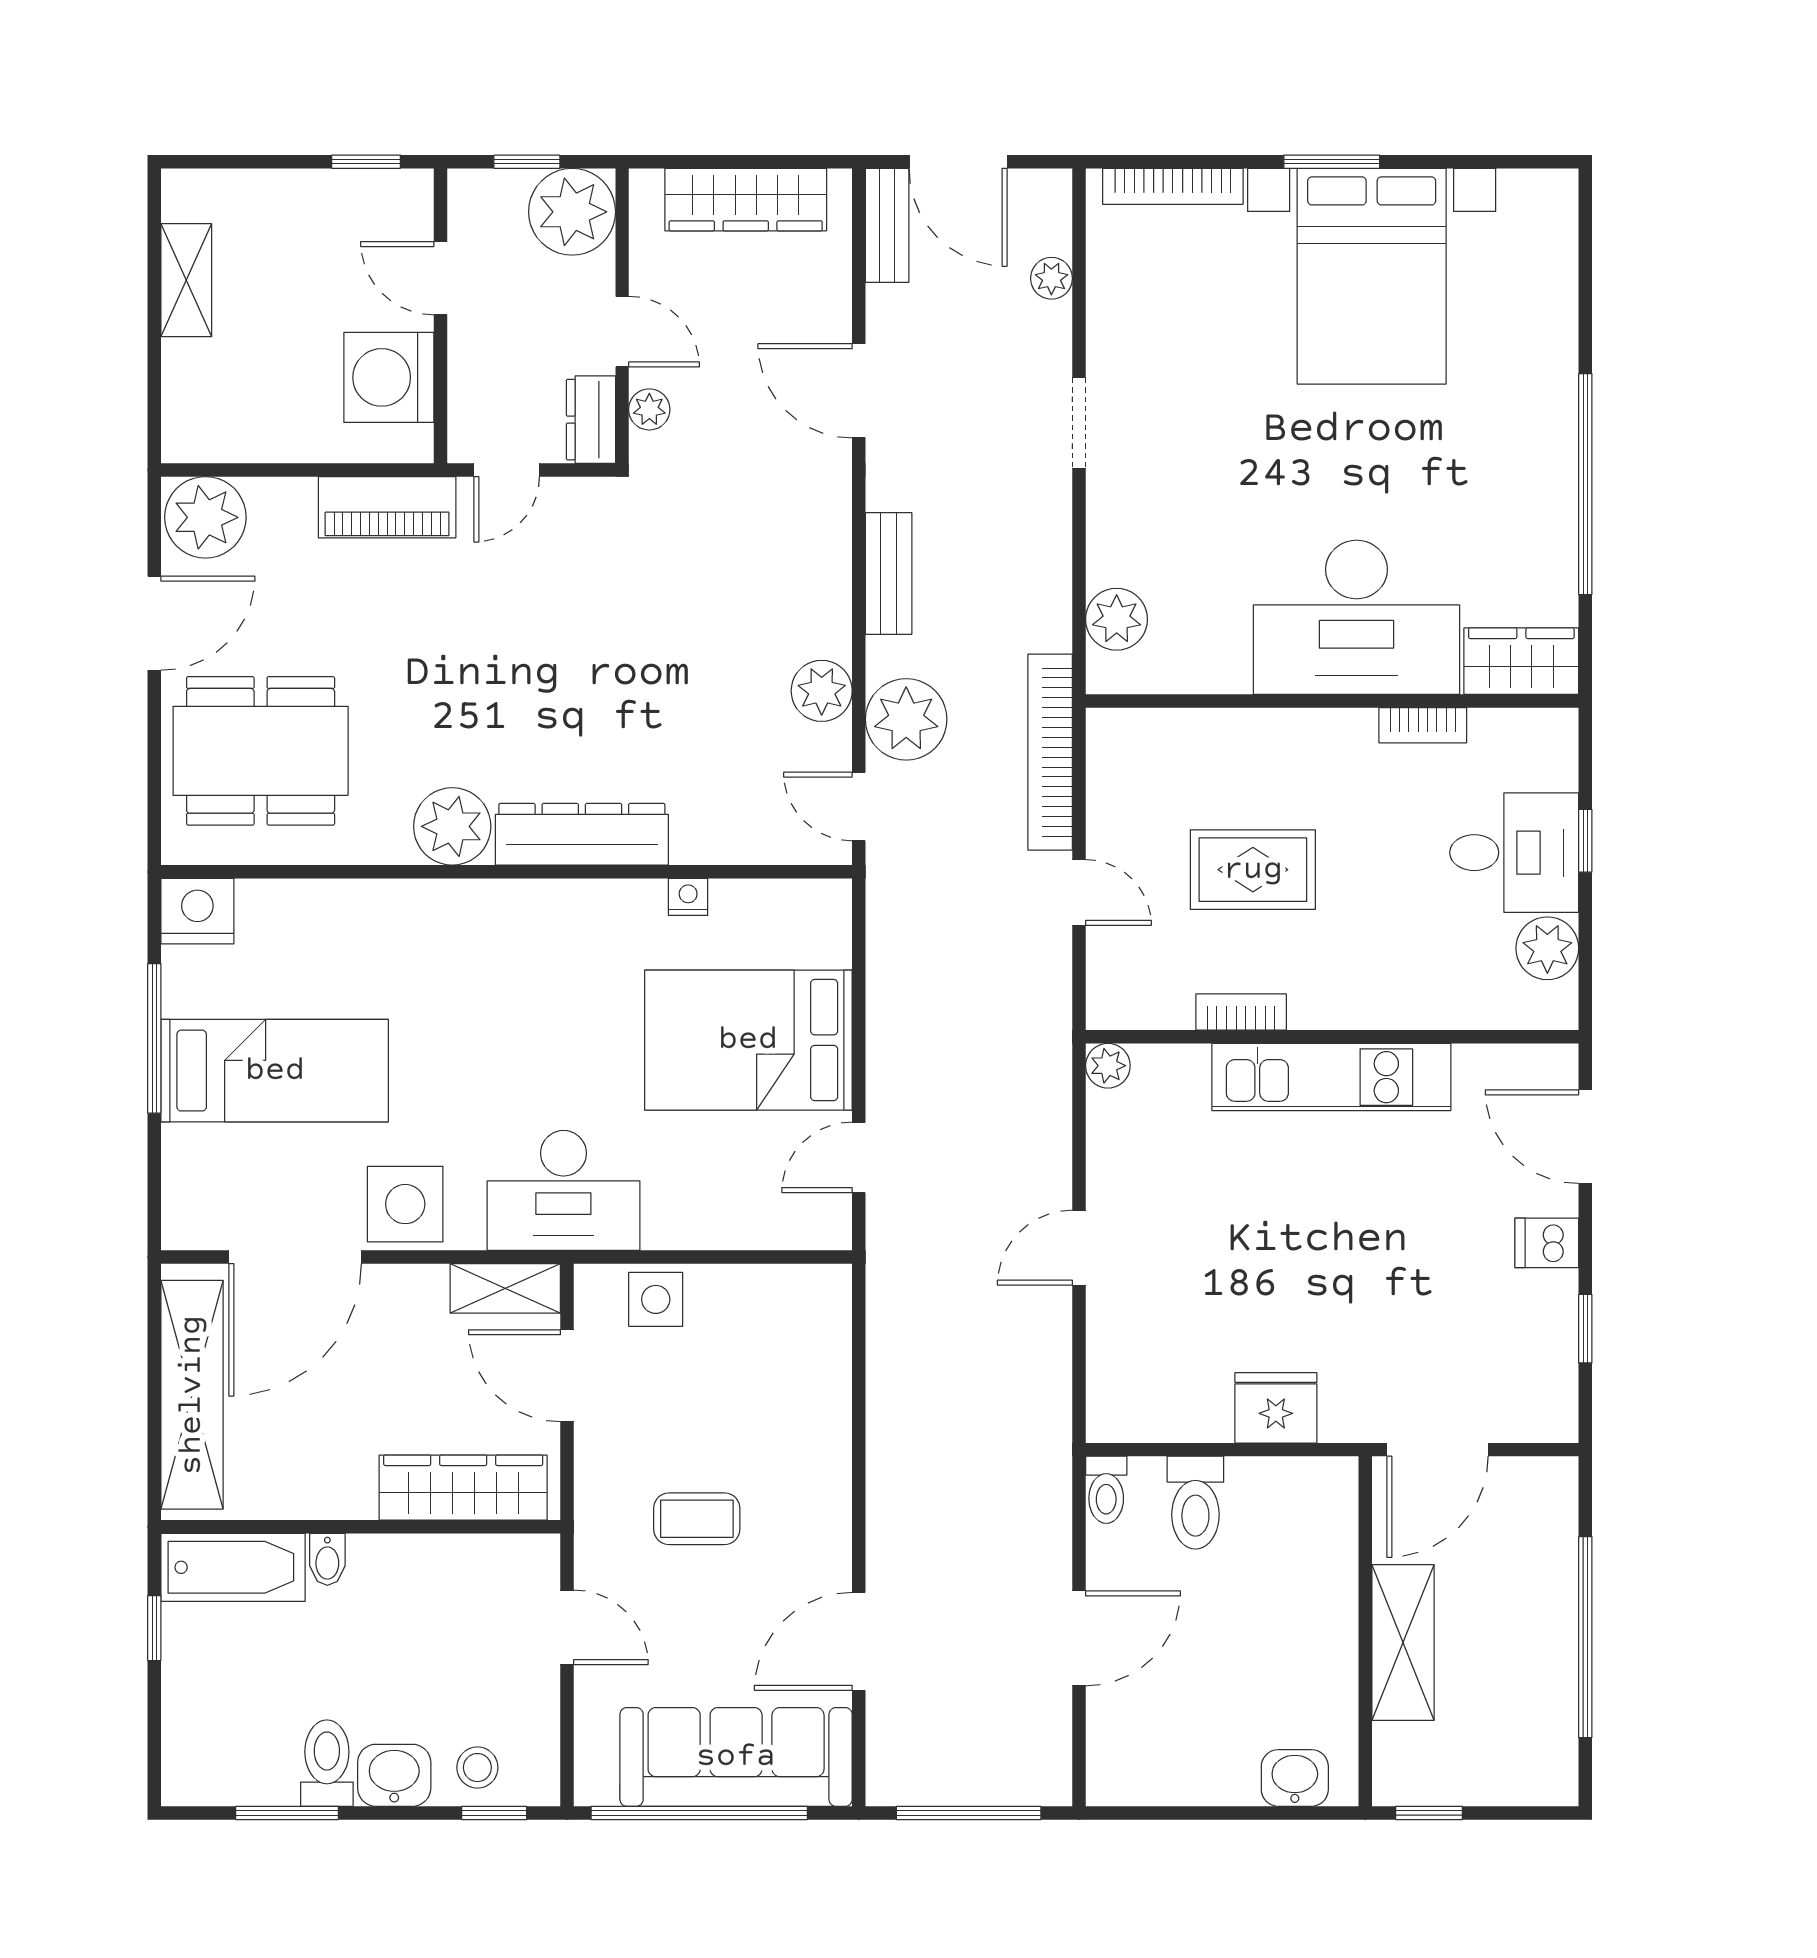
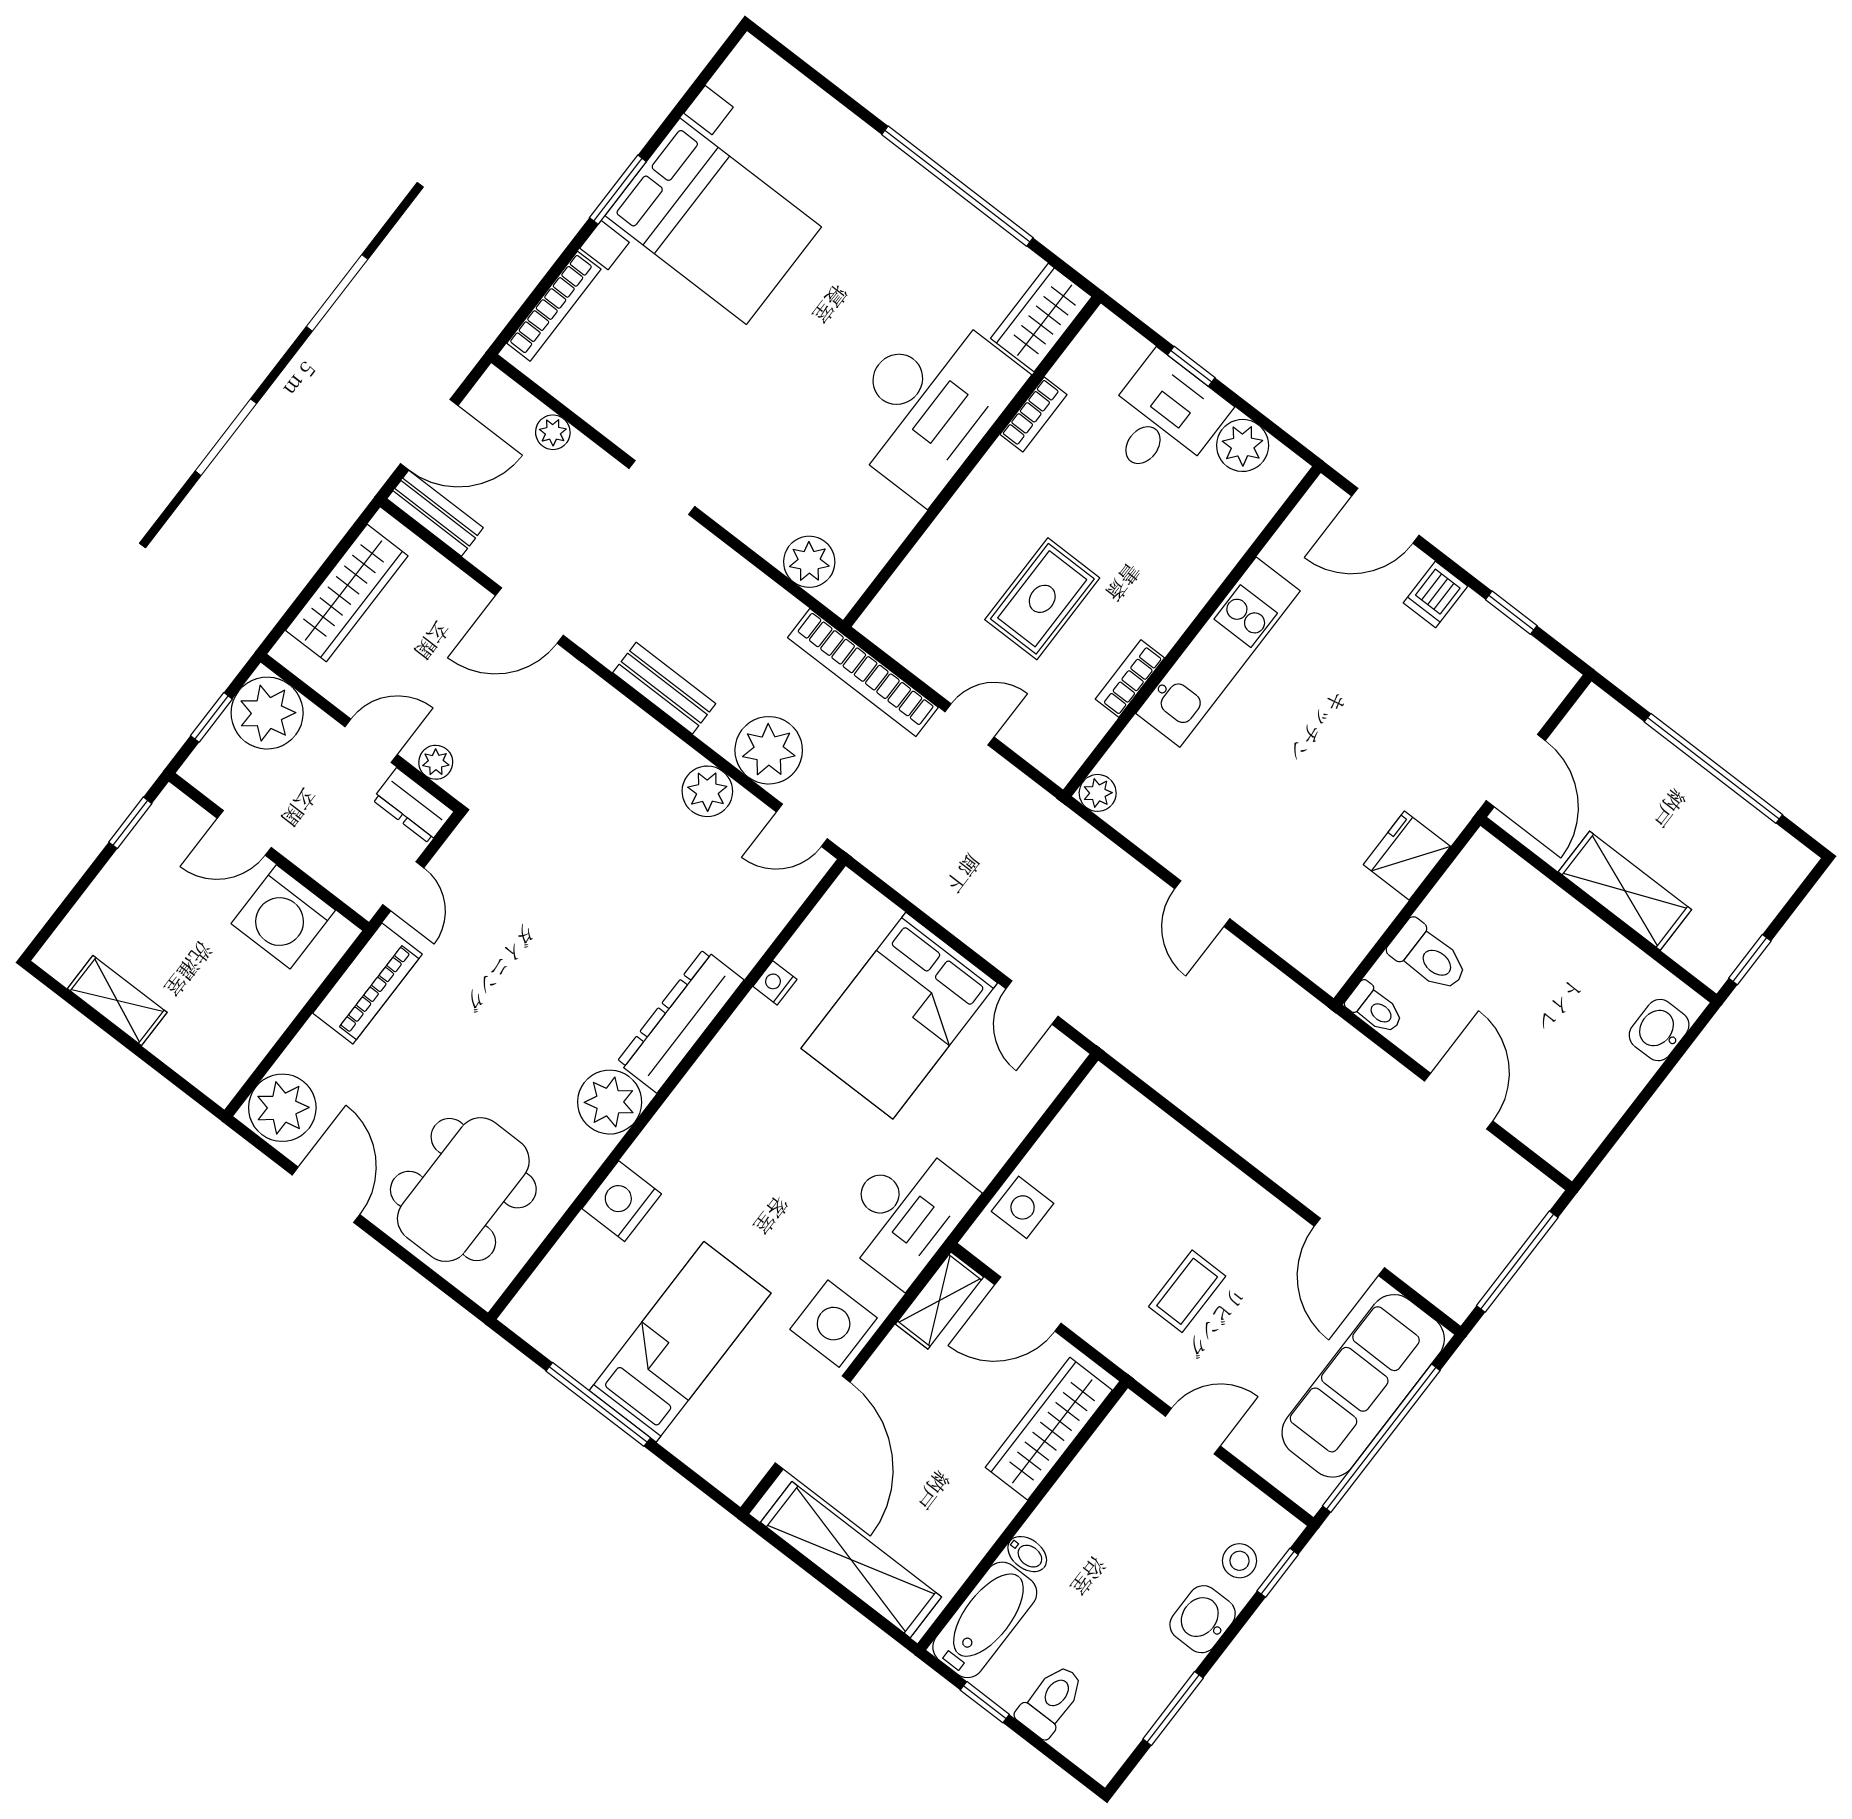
nightstand: (197, 911) -> (622, 1201), moved
toilet: (327, 1763) -> (1051, 1701), moved, turned 90

